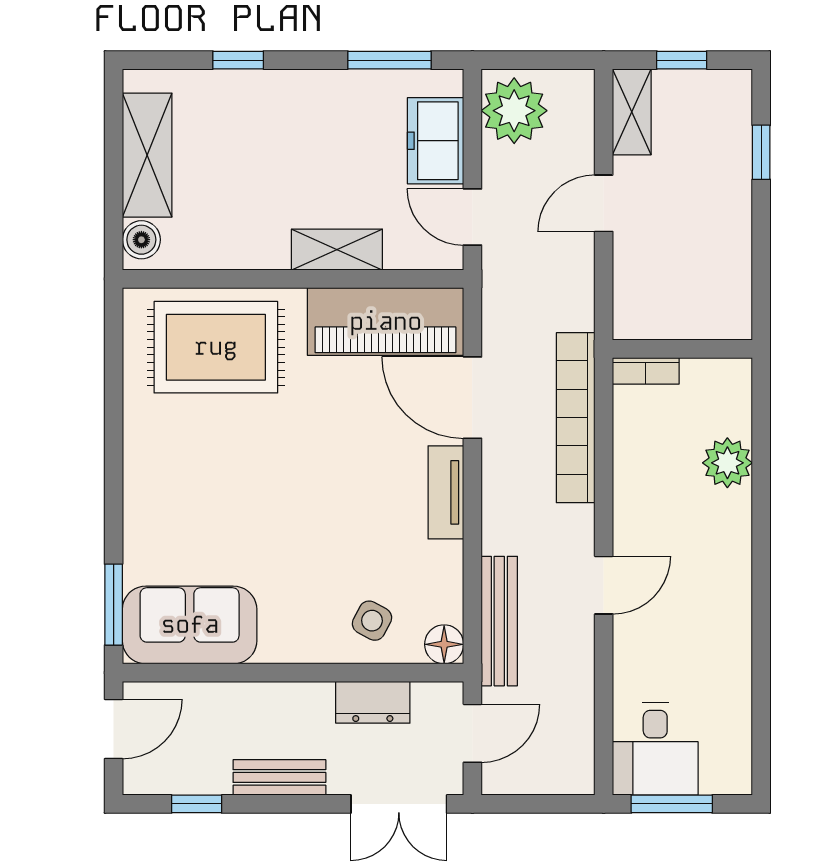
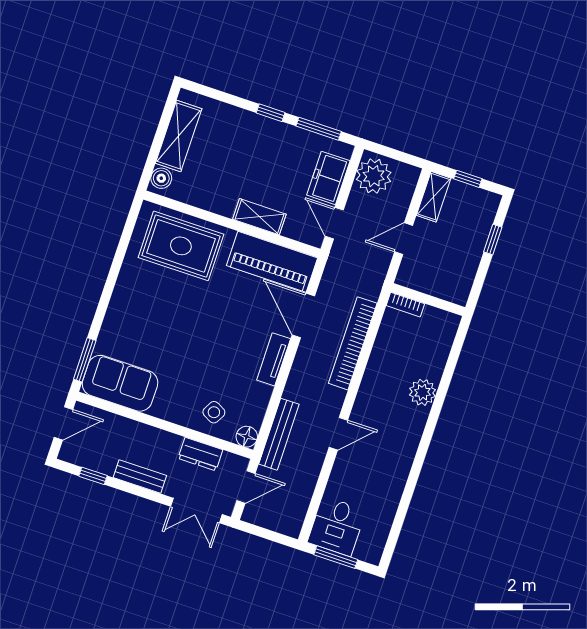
window: (238, 60) -> (271, 113), moved
wall: (682, 349) -> (428, 300), moved
bookcase: (646, 371) -> (405, 305), moved

